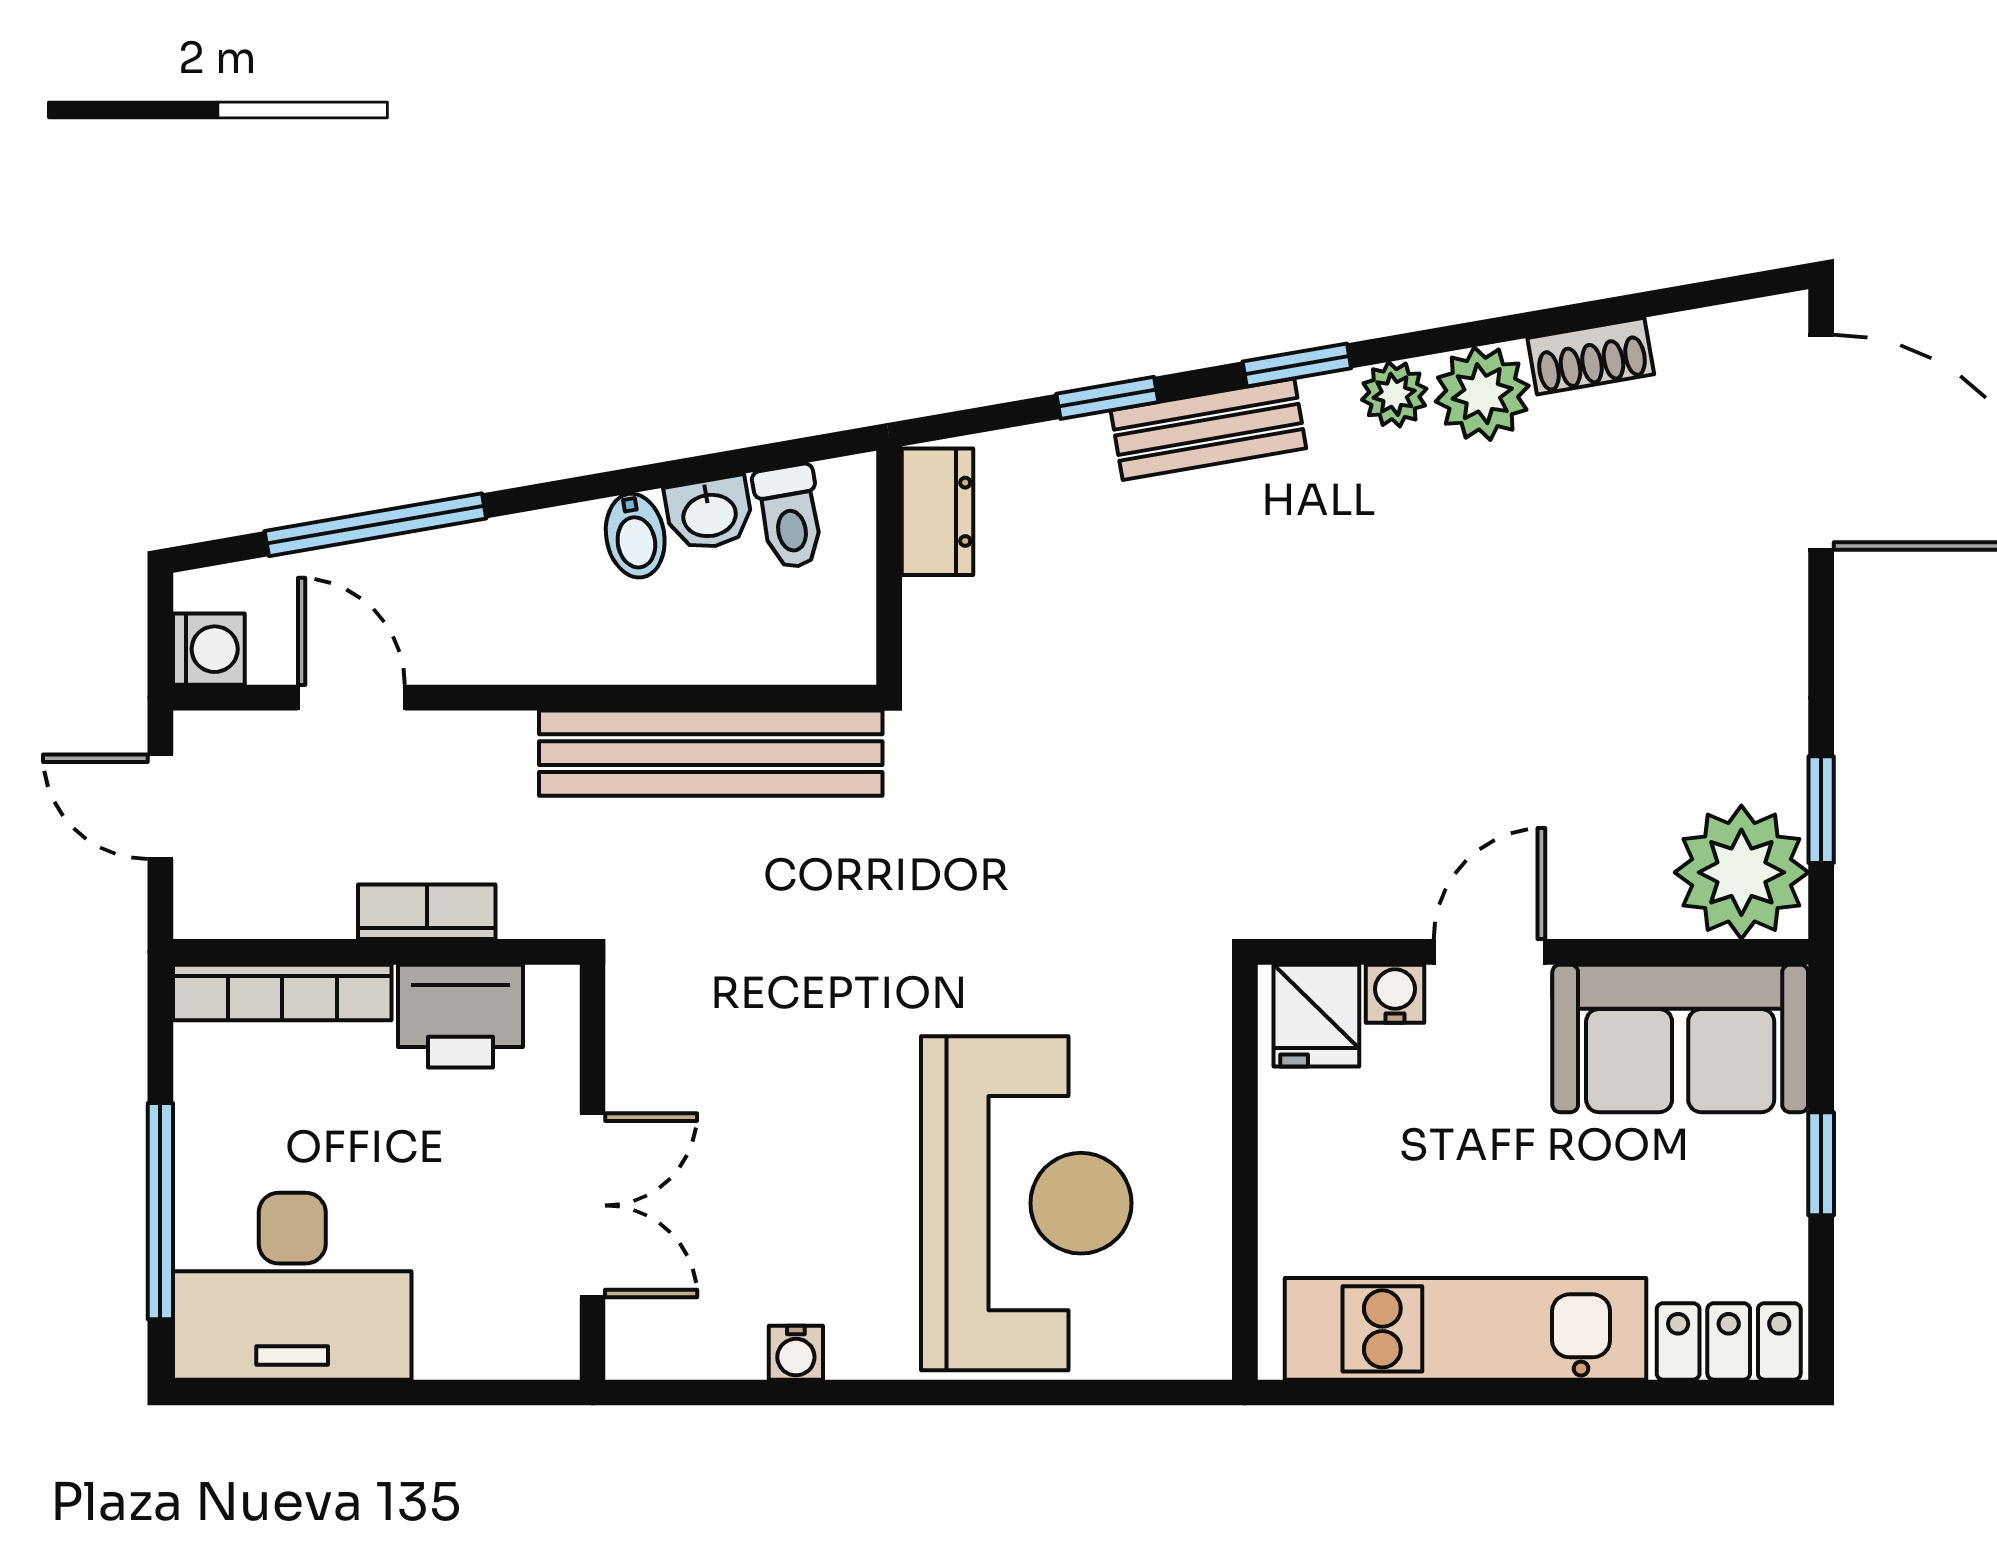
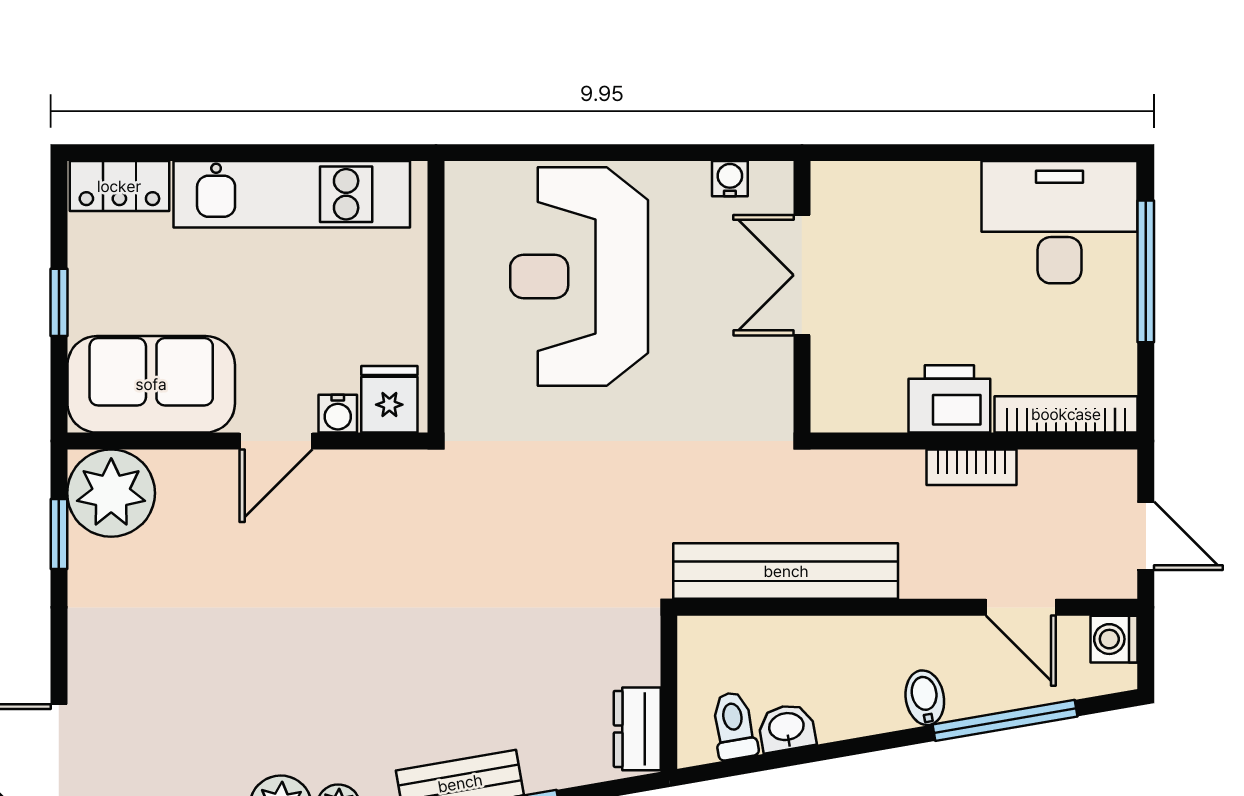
bidet: (635, 536) -> (925, 698), moved
wall: (593, 1172) -> (802, 297), moved
double door: (593, 1205) -> (802, 275), moved

